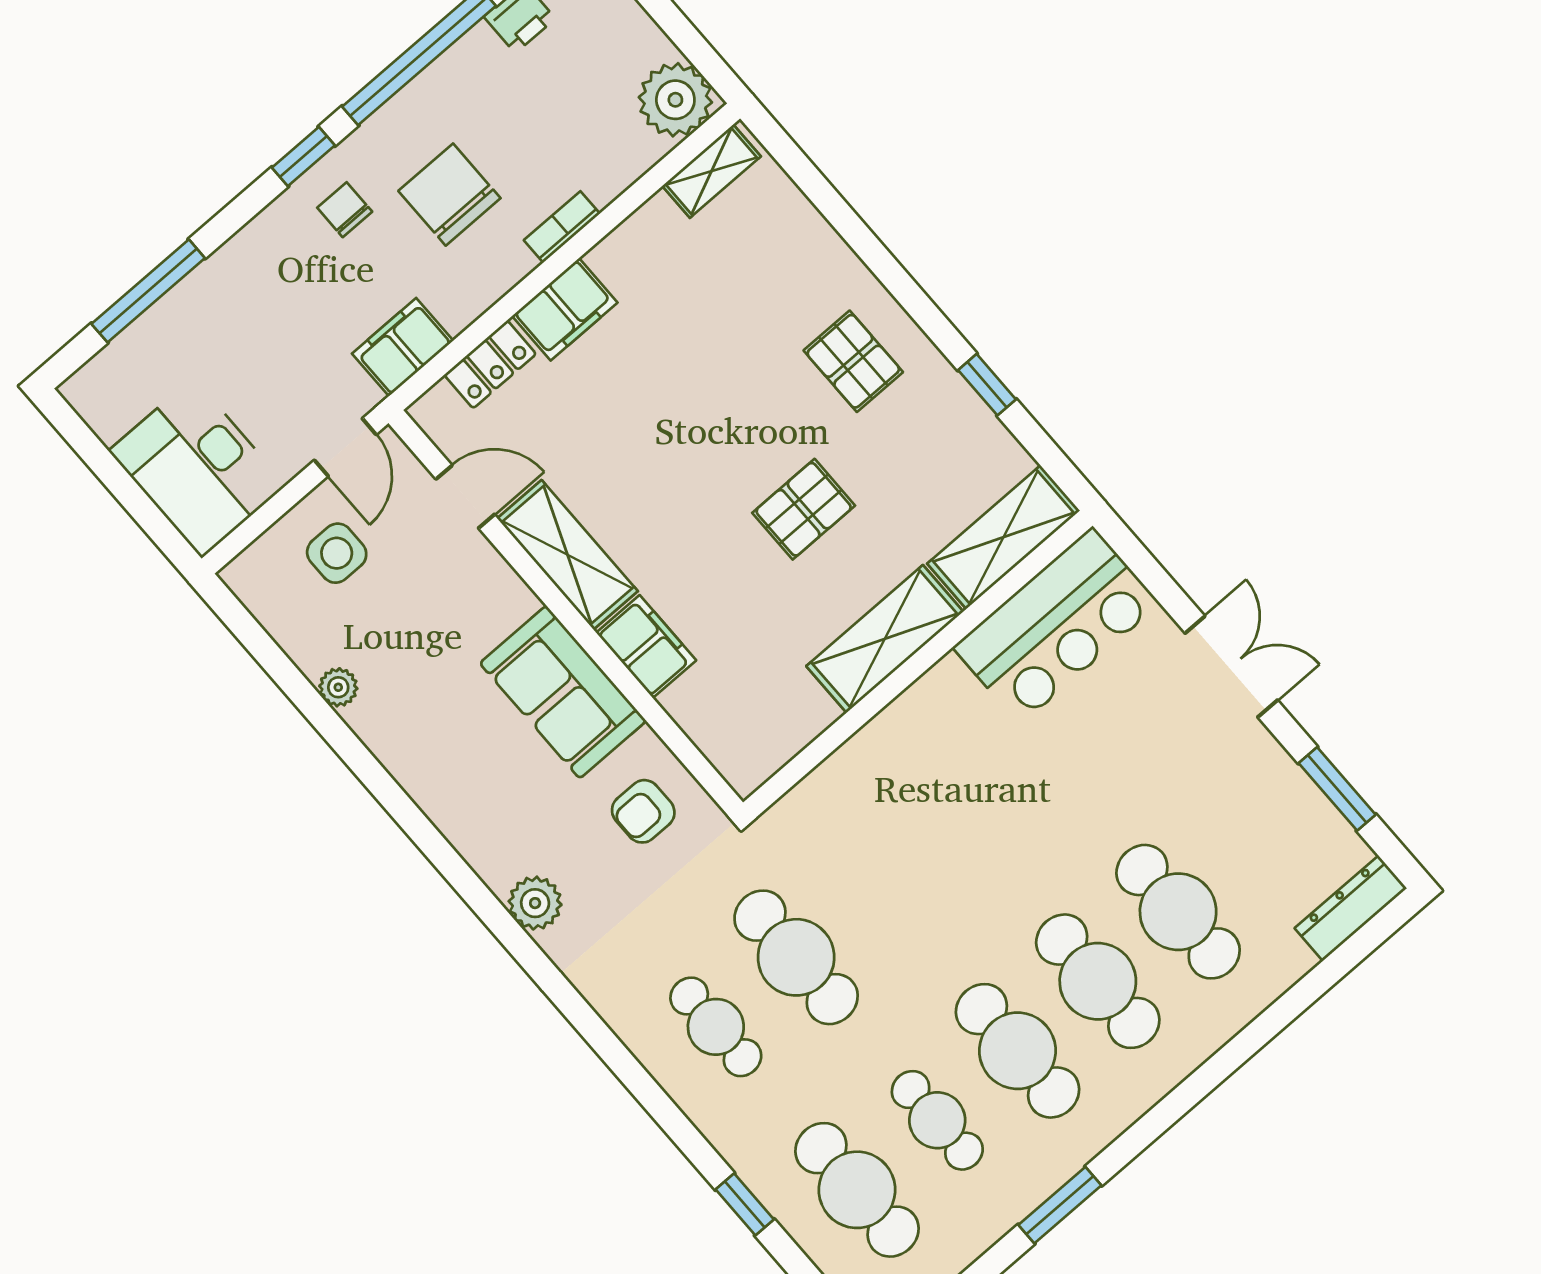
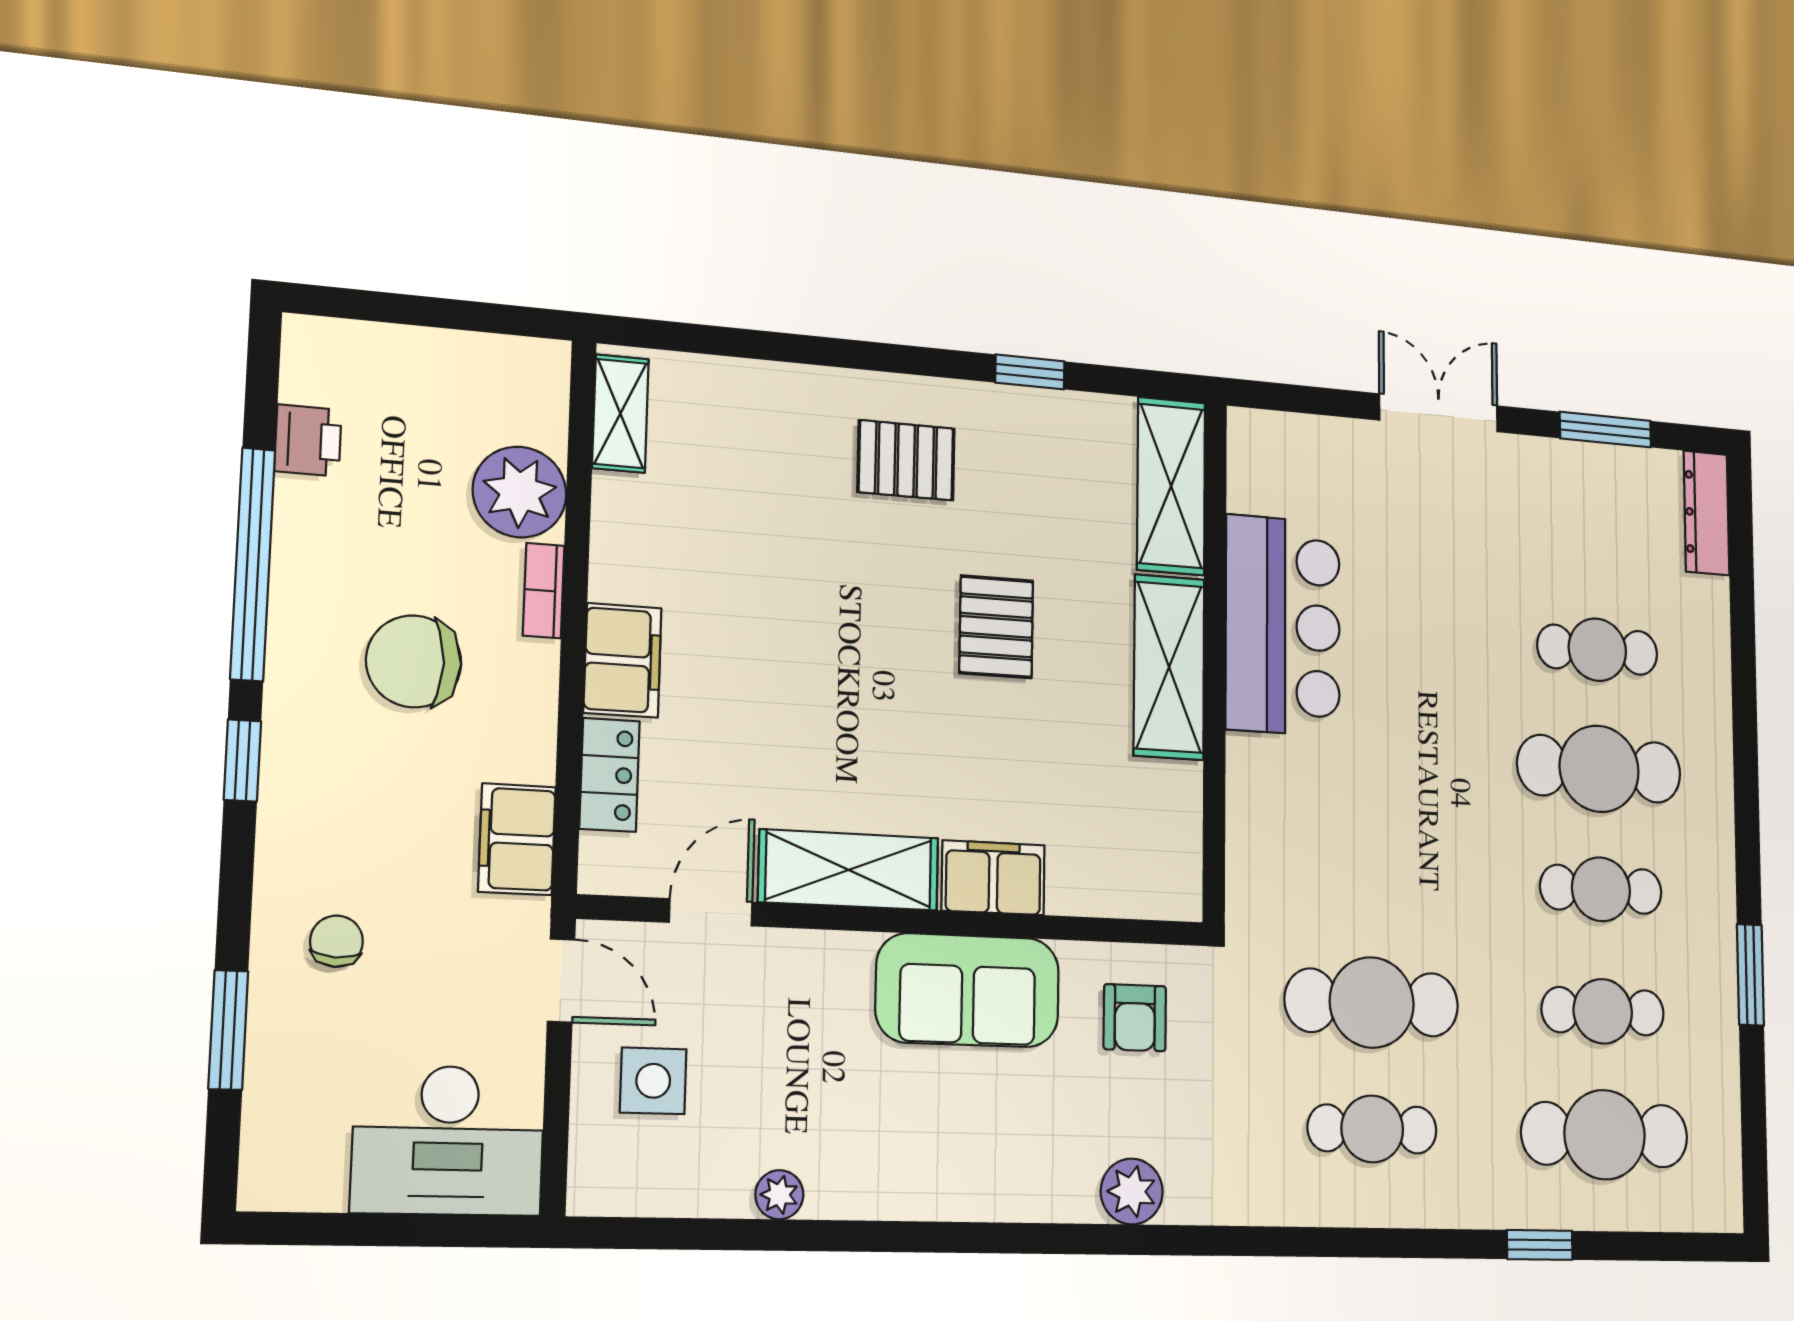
plant: (675, 100) -> (520, 492), moved
chair: (345, 210) -> (336, 941), moved, turned 92
window: (148, 291) -> (228, 1030), width x0.69
bar counter: (1056, 626) -> (1283, 625), moved
cafe table: (1178, 912) -> (1597, 650), width x0.73, depth x0.74
cafe table: (1018, 1051) -> (1601, 889), width x0.73, depth x0.74

